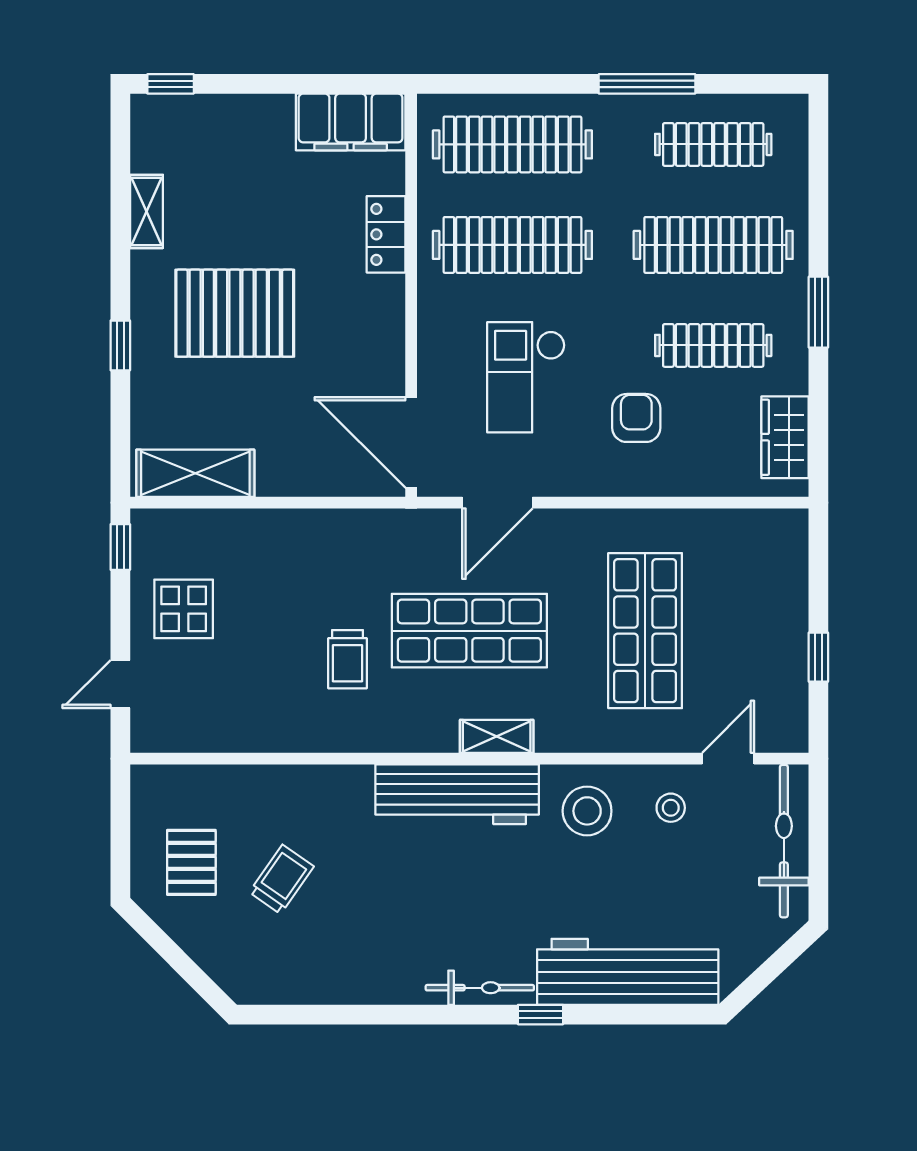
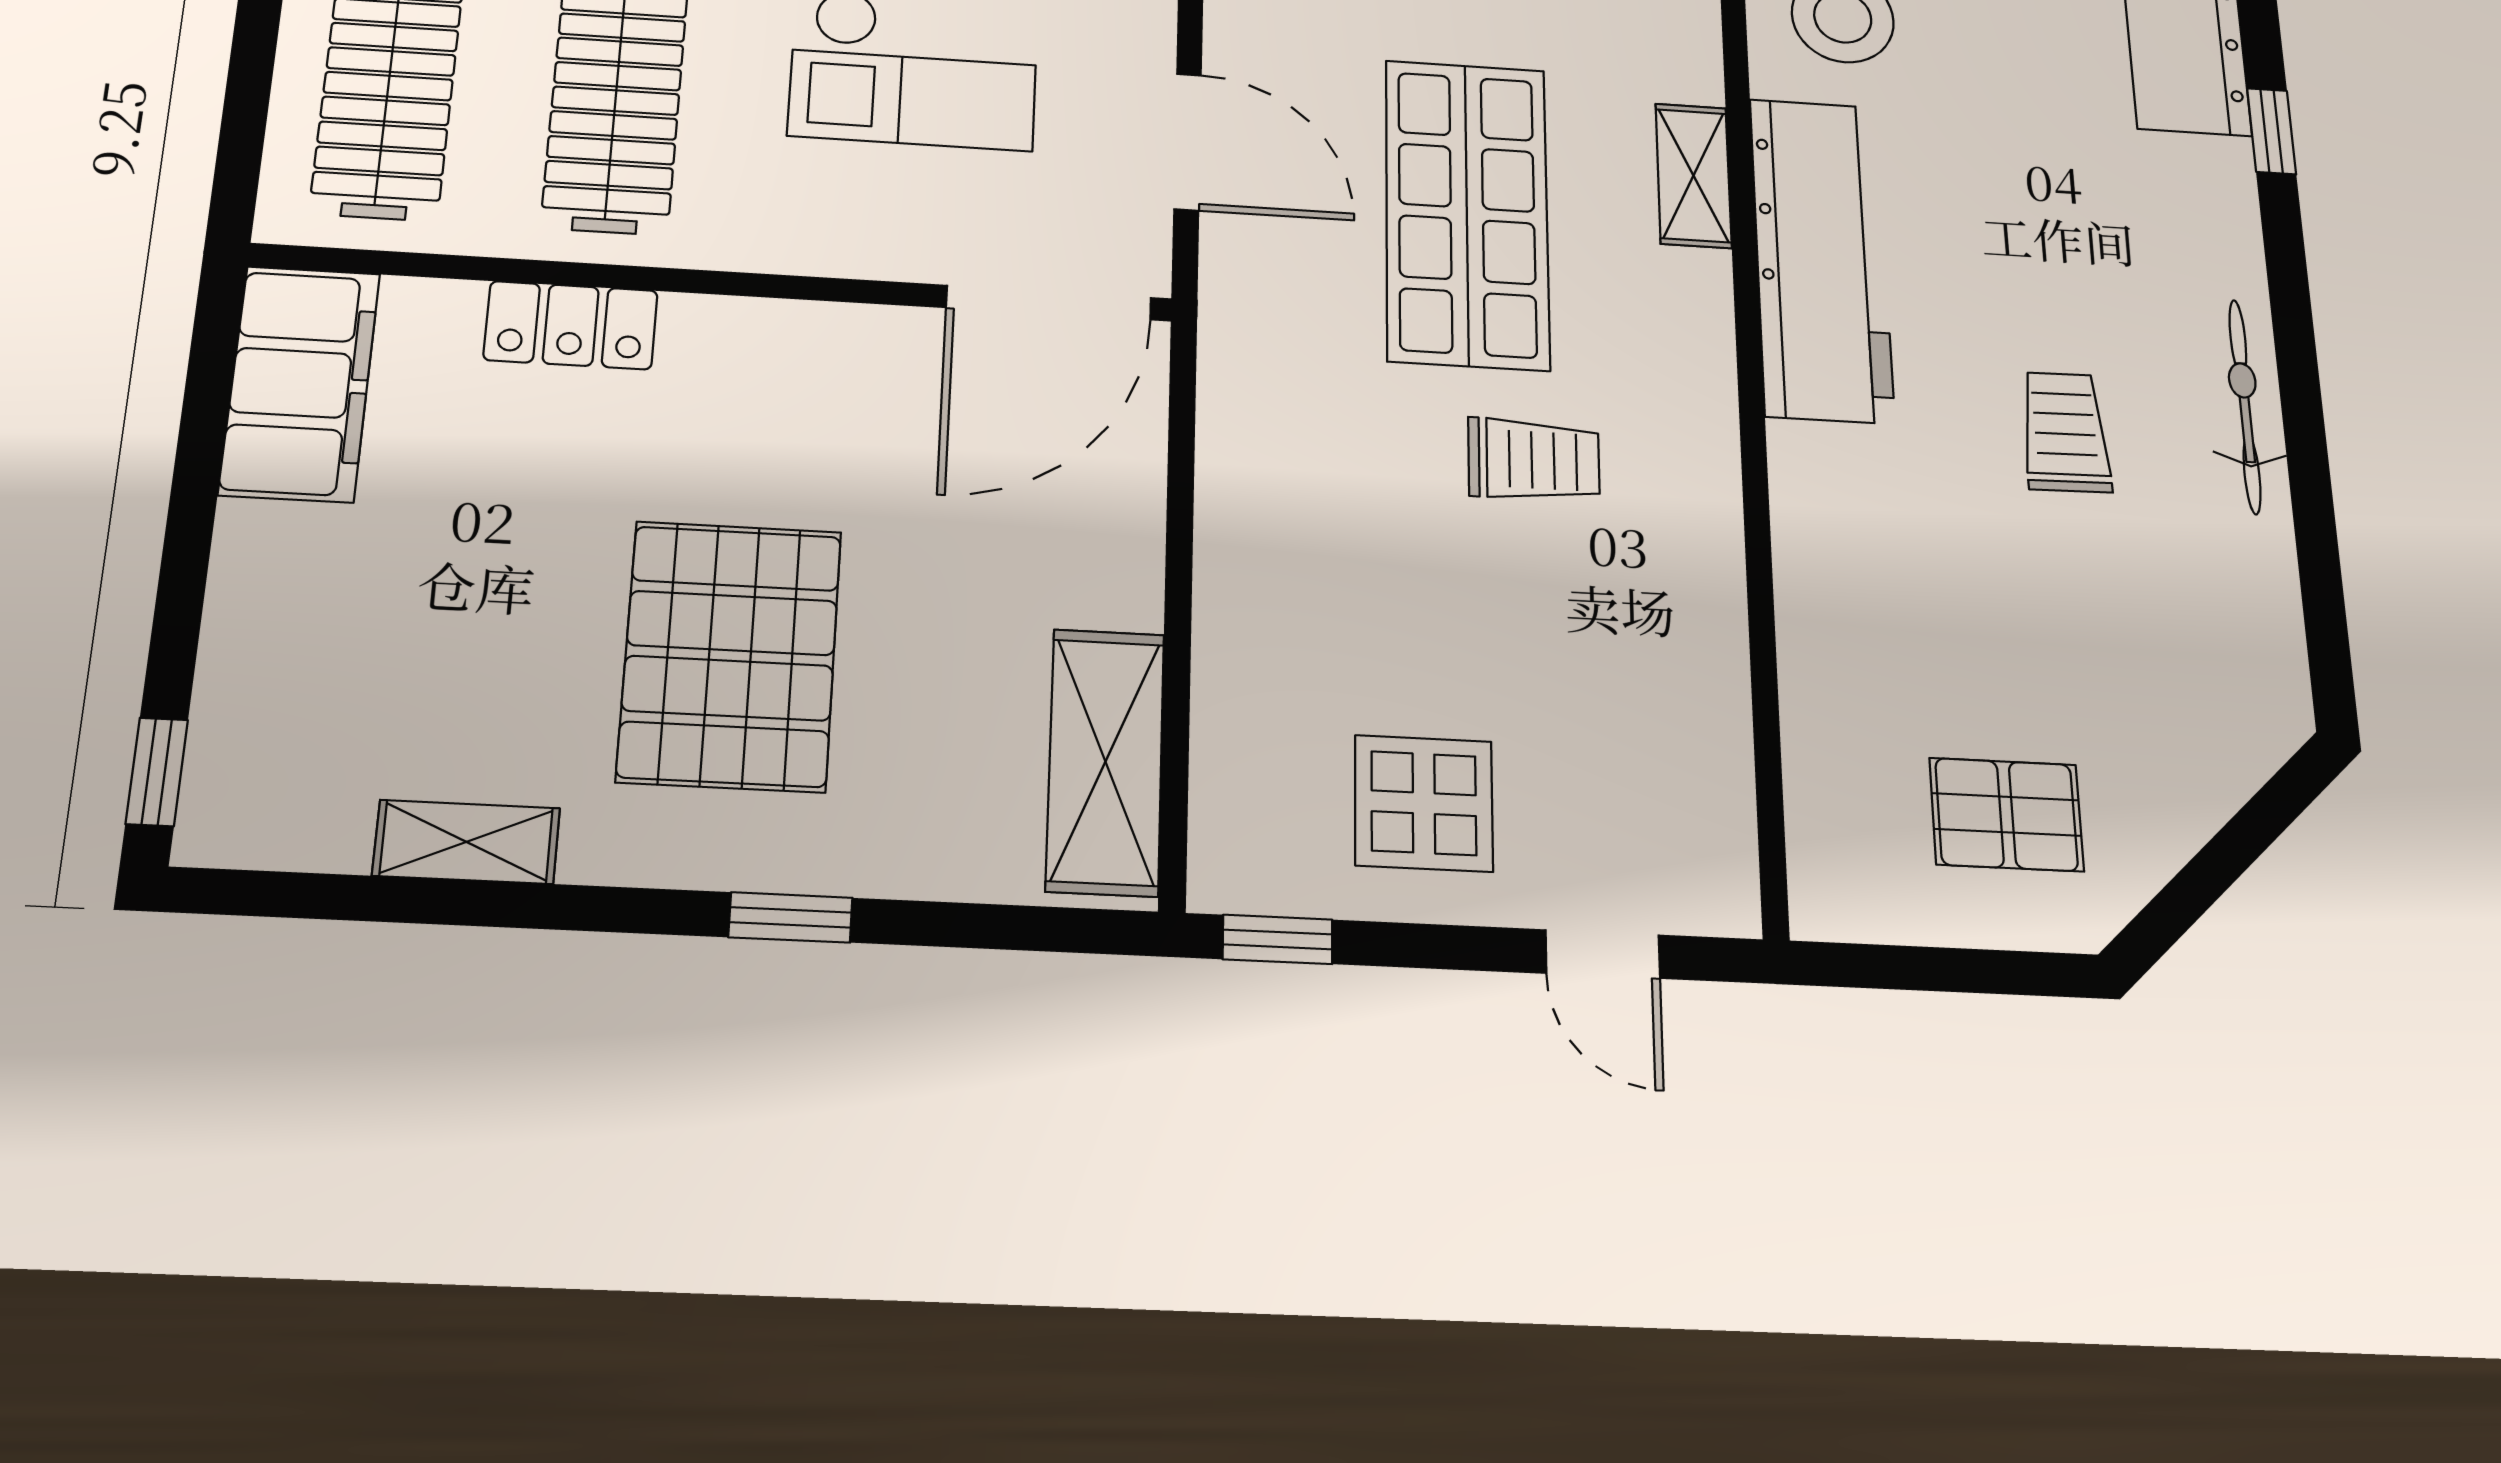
trolley: (282, 879) -> (2065, 432), moved, turned 54
bicycle: (480, 988) -> (2245, 406), moved

